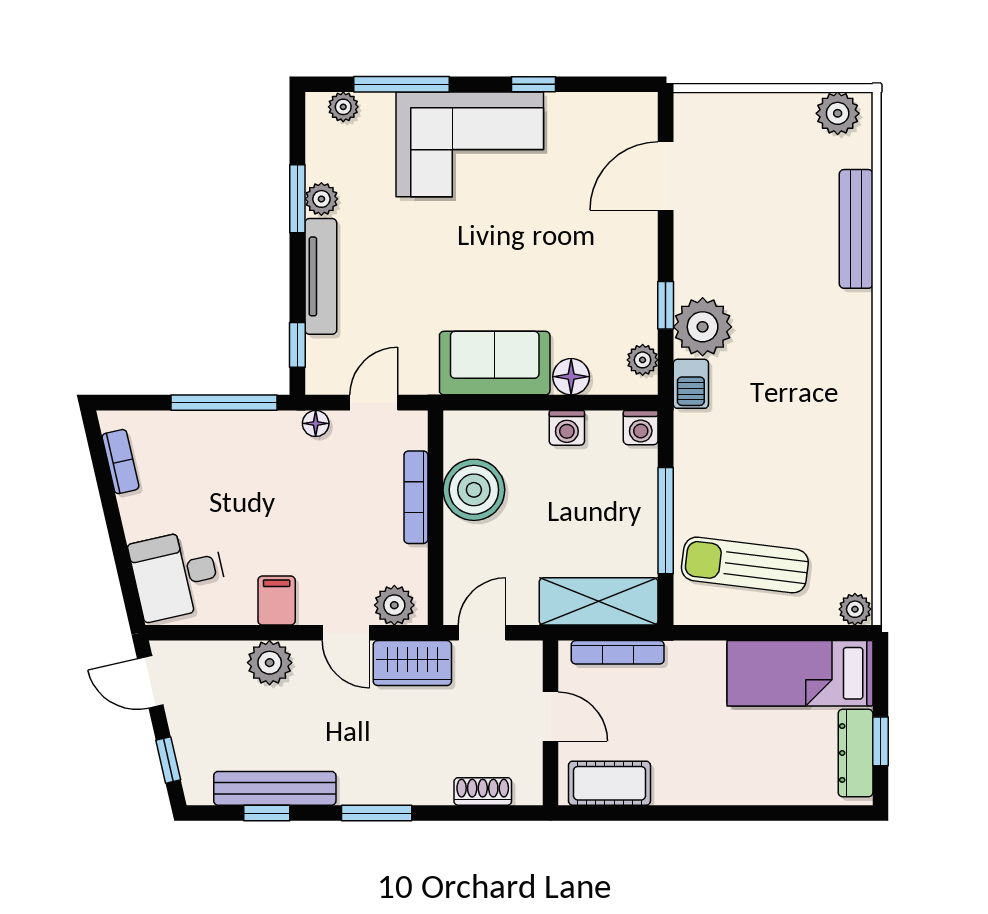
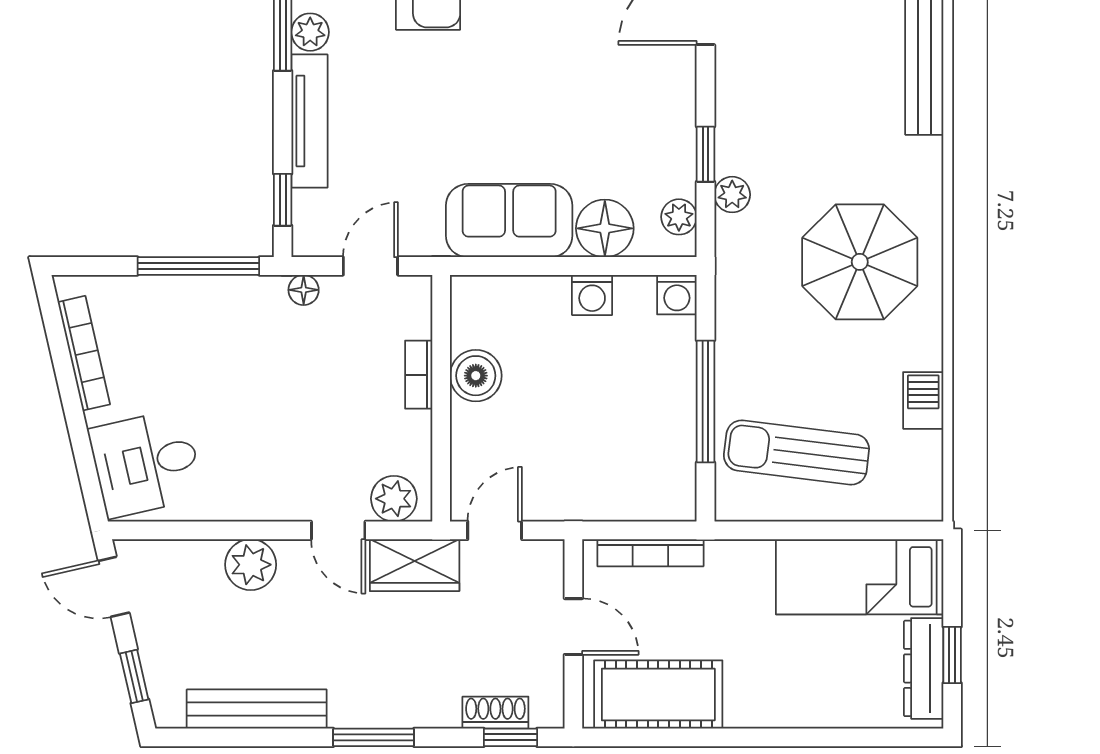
plant: (703, 327) -> (732, 195), width x0.53, depth x0.53
floor lamp: (571, 377) -> (605, 228), width x1.38, depth x1.38
barbecue: (691, 384) -> (923, 400), moved, turned 180
parasol: (800, 399) -> (860, 262), added
bookcase: (121, 462) -> (84, 353), width x1.56
boiler: (474, 490) -> (476, 376), width x0.73, depth x0.73
bookcase: (416, 497) -> (419, 375), width x0.64
filing cabinet: (277, 601) -> (259, 493), removed
shelving: (599, 601) -> (629, 494), removed
plant: (855, 609) -> (923, 503), removed
cot: (609, 783) -> (658, 694), width x1.37, depth x1.34
window: (267, 813) -> (510, 737), moved

